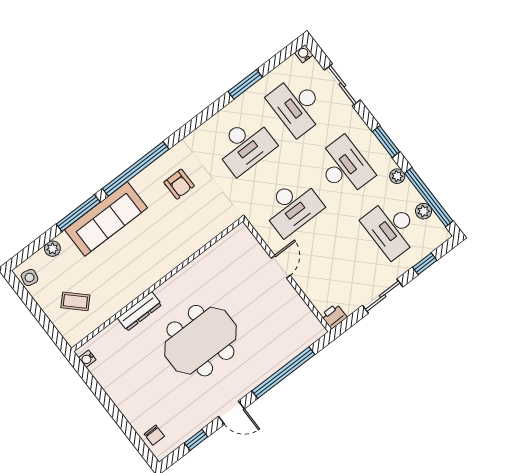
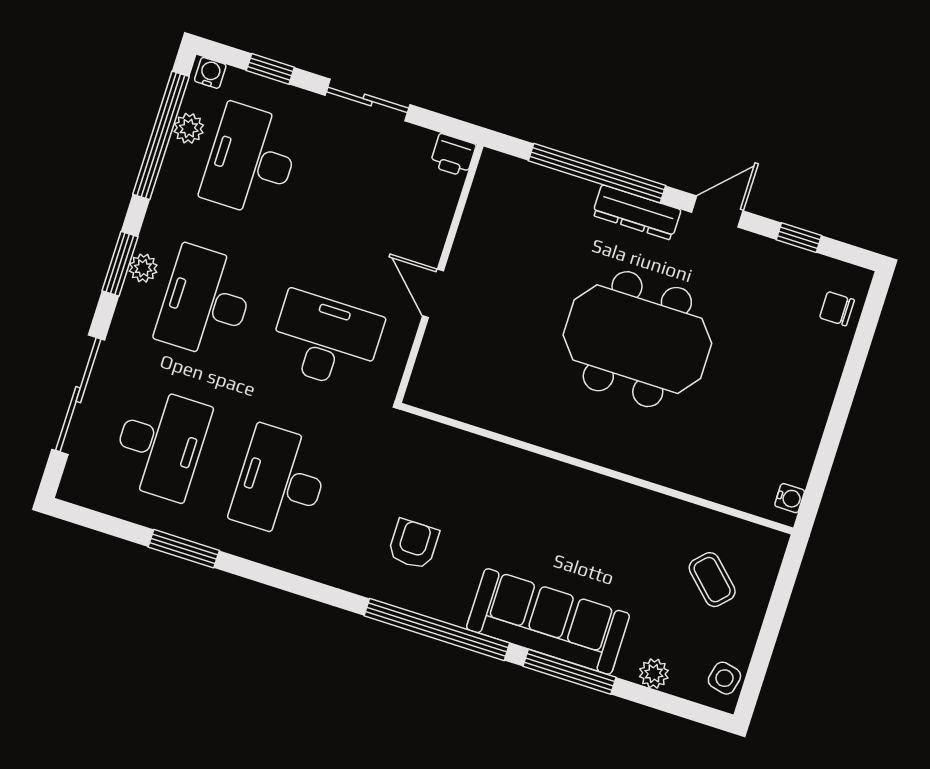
water cooler: (304, 54) -> (210, 73), moved, turned 180
sliding door: (342, 85) -> (78, 395), width x1.37
desk: (245, 146) -> (281, 482), turned -90
plant: (397, 176) -> (143, 268), moved
desk: (391, 228) -> (251, 160), turned 180
door: (281, 267) -> (433, 293), hinge flipped
dresser: (140, 311) -> (637, 212), moved, turned 180
door: (231, 413) -> (717, 212), hinge flipped
chair: (154, 435) -> (837, 309), turned -90

